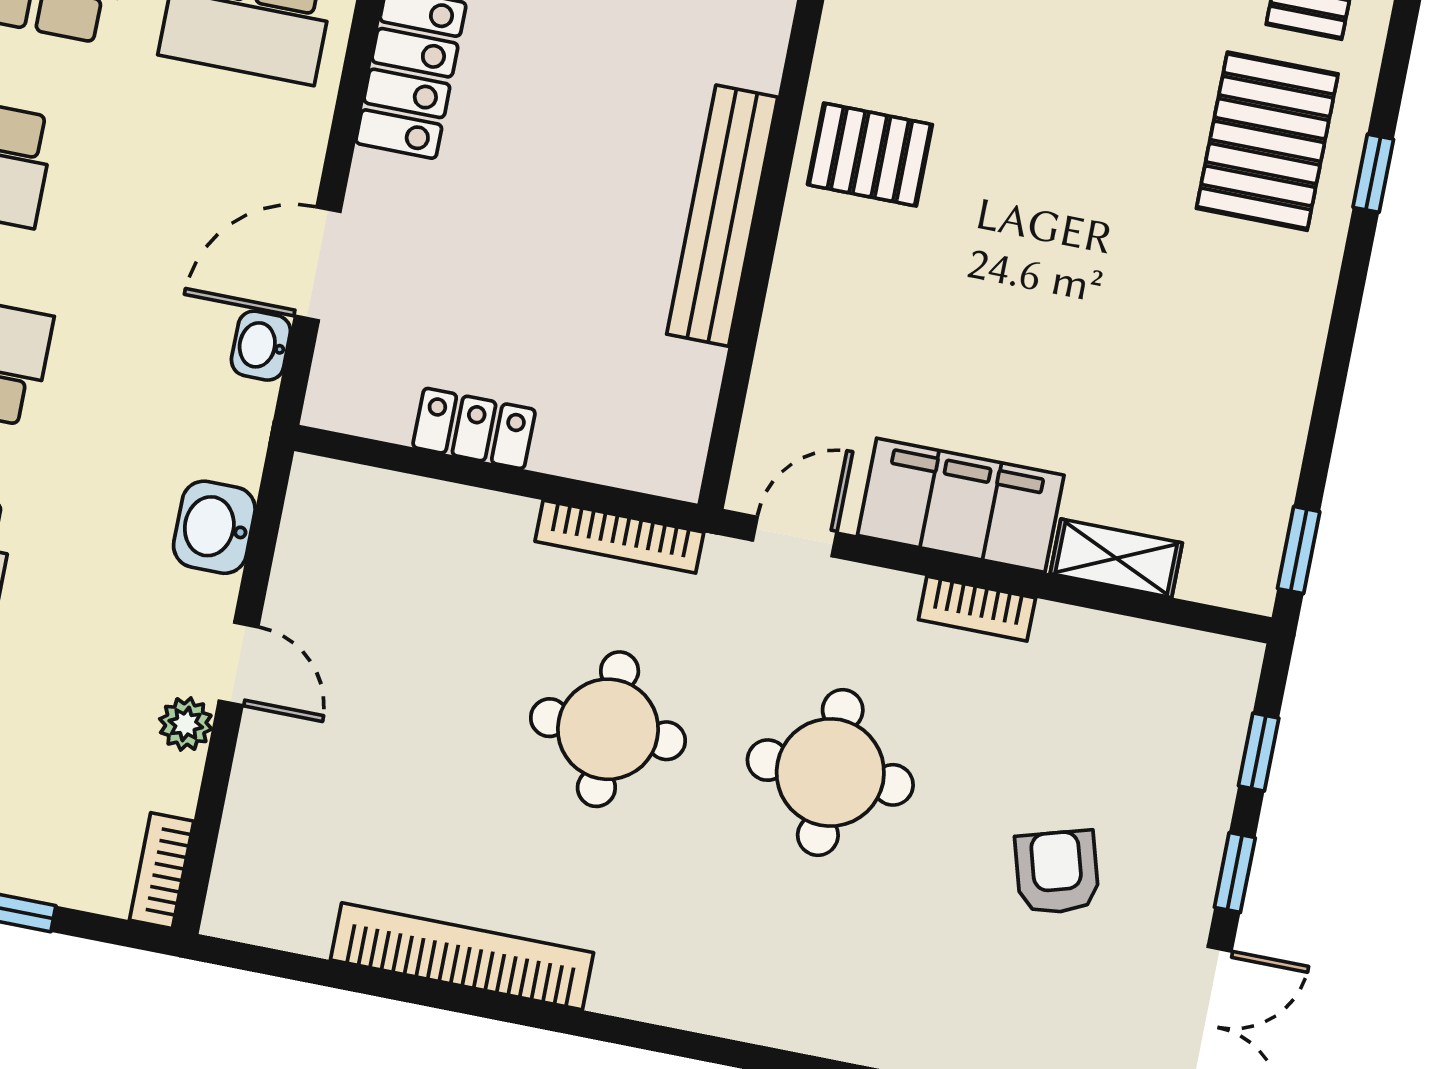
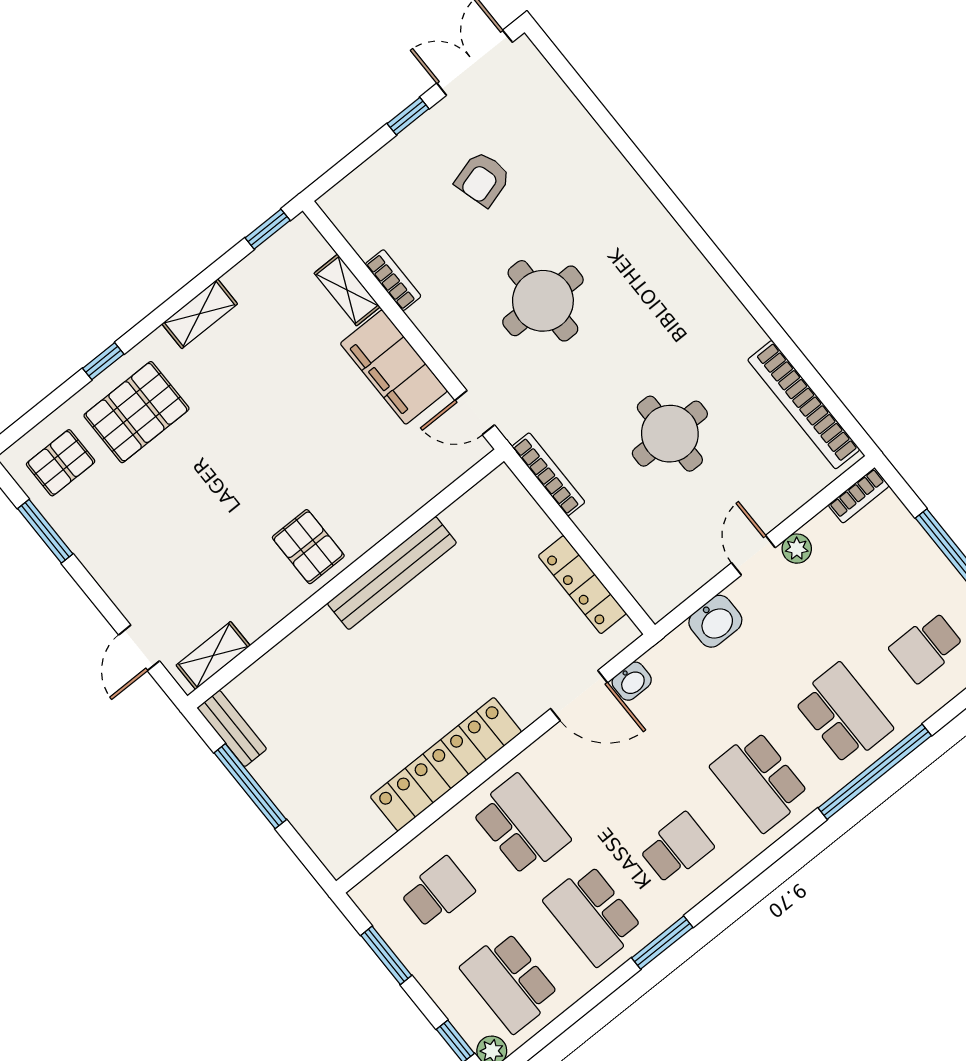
shelving: (1294, 352) -> (200, 314), added
locker: (474, 428) -> (582, 585), width x1.53
bookcase: (977, 609) -> (393, 280), moved
round table: (608, 729) -> (670, 434), moved
window: (1259, 752) -> (356, 158), removed
bookcase: (462, 956) -> (804, 405), moved

